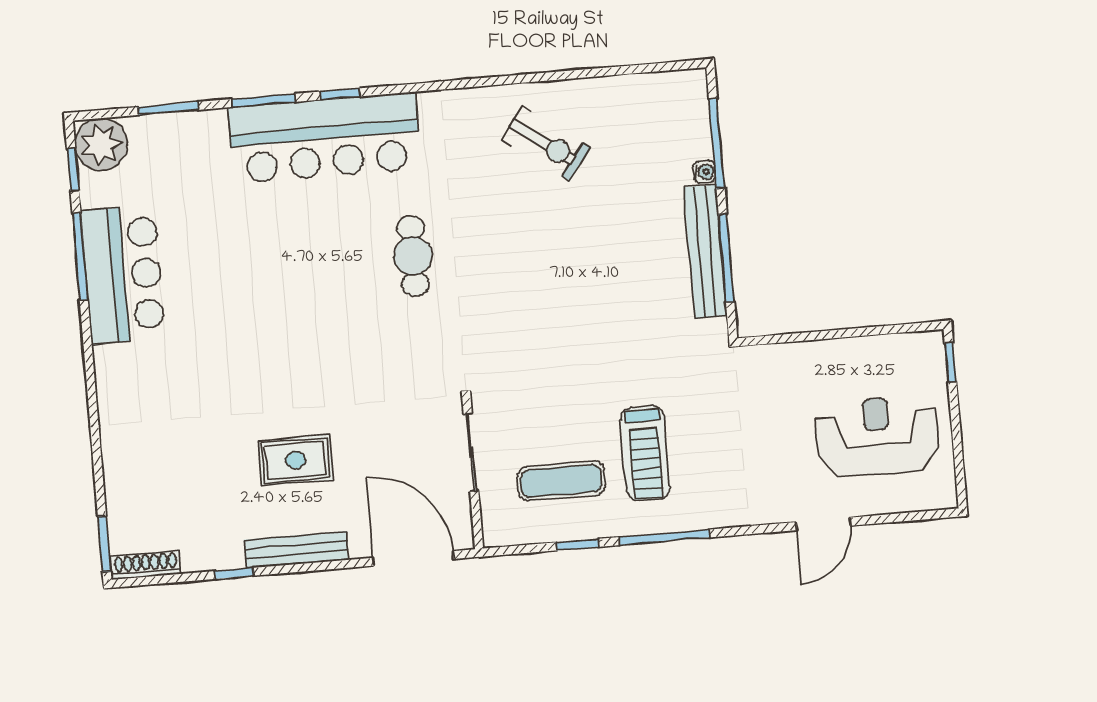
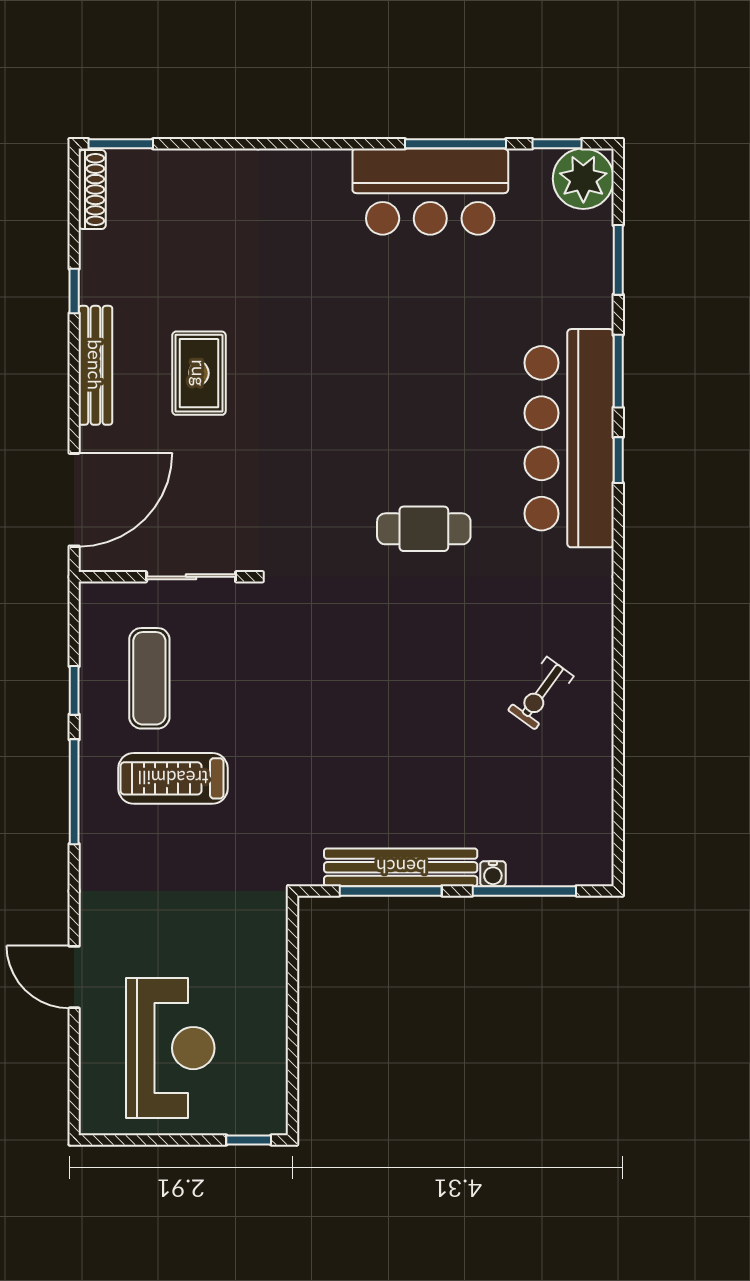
exercise bike: (546, 144) -> (541, 693), width x0.73, depth x0.72

